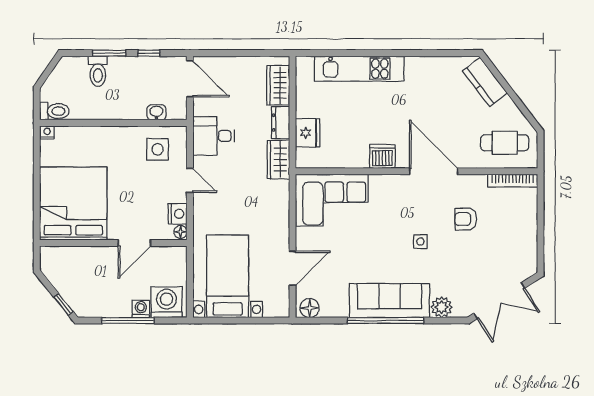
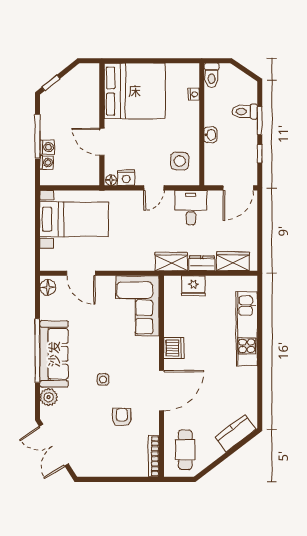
washbasin: (156, 112) -> (210, 135), moved
nightstand: (47, 132) -> (194, 94), moved
washing machine: (167, 302) -> (47, 162), width x0.53, depth x0.53

